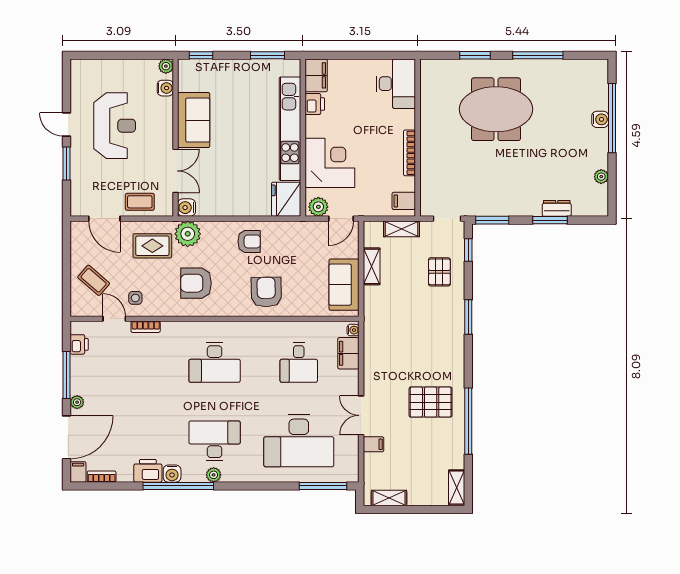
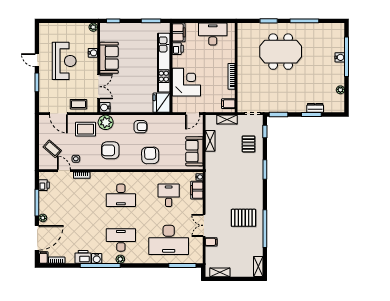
desk: (396, 84) -> (213, 34), moved, turned -90
water cooler: (165, 88) -> (93, 53), moved
plant: (318, 207) -> (180, 107), removed
desk: (299, 362) -> (169, 195), turned 180

